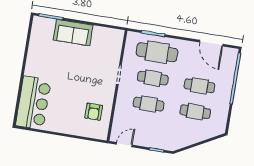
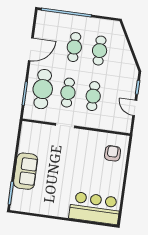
door: (211, 43) -> (31, 49), moved
armchair: (94, 112) -> (113, 153), moved, turned -90
door: (124, 145) -> (135, 108), moved

